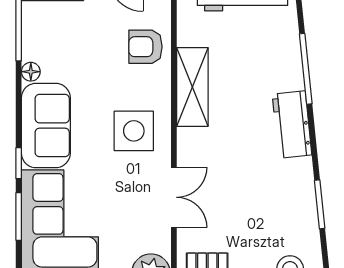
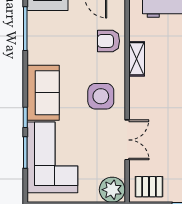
floor lamp: (31, 72) -> (33, 57), removed
shelving: (192, 87) -> (137, 59), width x0.67, depth x0.75

